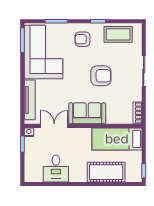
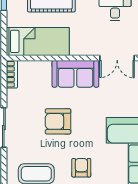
armchair: (83, 39) -> (81, 168), turned -90

